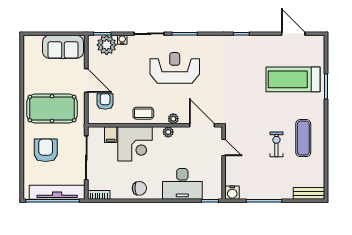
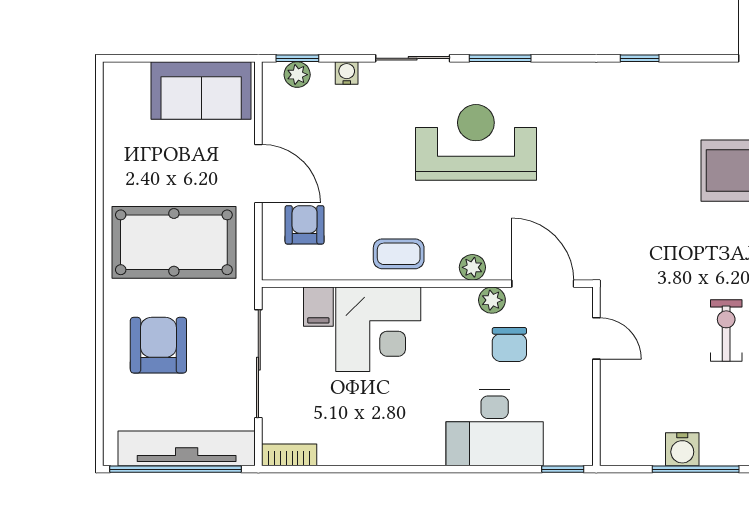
plant: (107, 45) -> (297, 75), width x0.53, depth x0.53
plant: (168, 132) -> (492, 300), moved
chair: (139, 188) -> (509, 345), moved, turned 93
water cooler: (232, 193) -> (682, 449), moved

